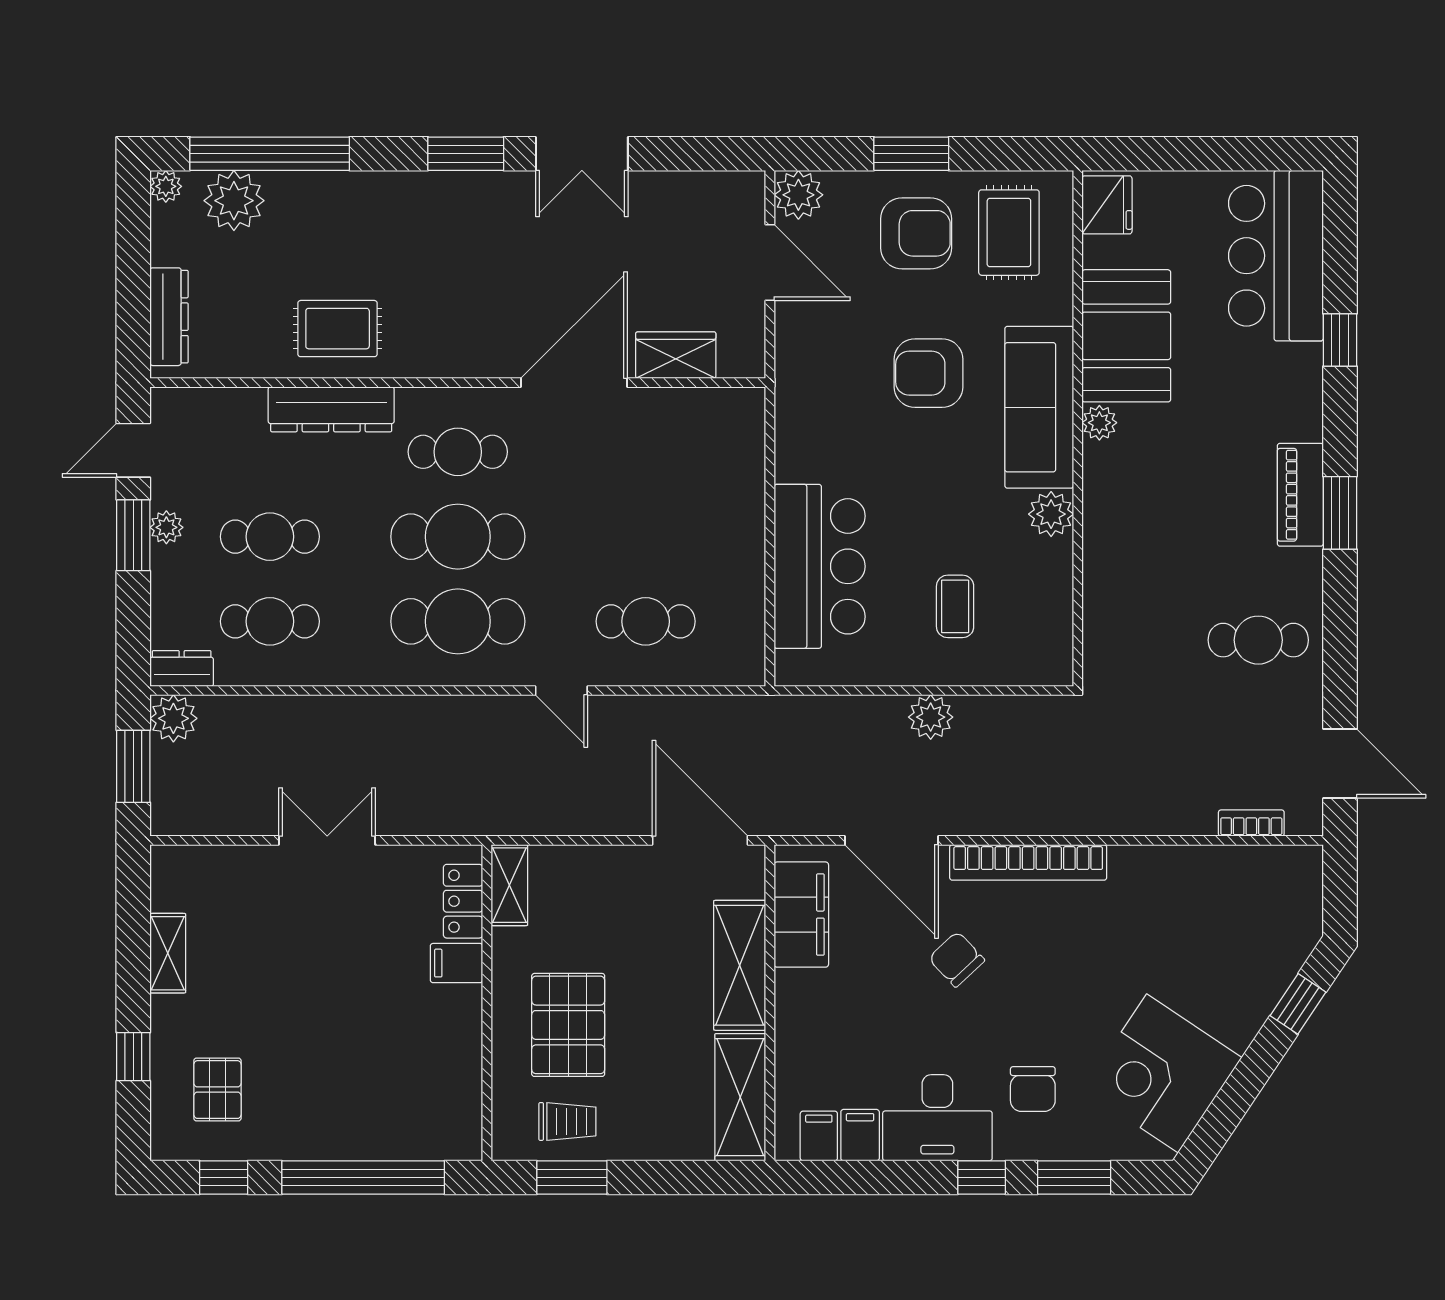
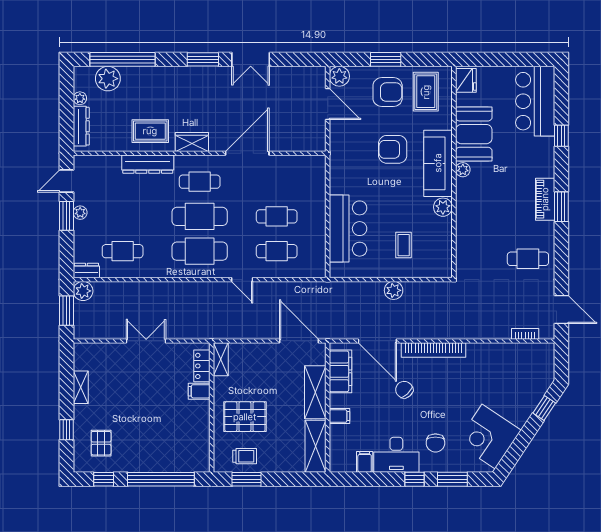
plant: (166, 186) -> (80, 98), moved
wardrobe: (676, 355) -> (192, 142), moved
cafe table: (270, 537) -> (277, 216), moved
pallet: (568, 1025) -> (245, 417), turned 90
filing cabinet: (819, 1136) -> (340, 416), moved, turned 90

